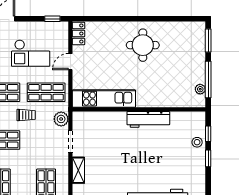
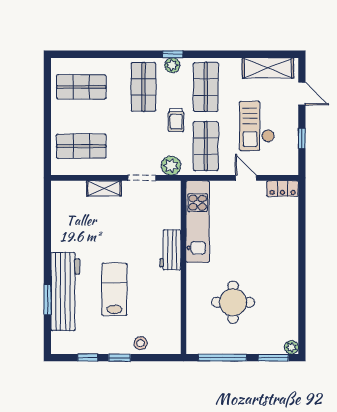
window: (52, 19) -> (302, 138), moved
round table: (143, 45) -> (233, 302), moved
plant: (200, 89) -> (291, 347), moved
workbench: (148, 119) -> (170, 250), moved, width x0.73
window: (208, 134) -> (88, 358), moved
lab bench: (156, 162) -> (114, 289), added

